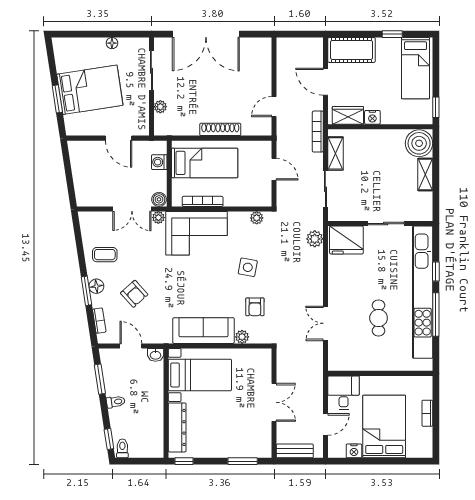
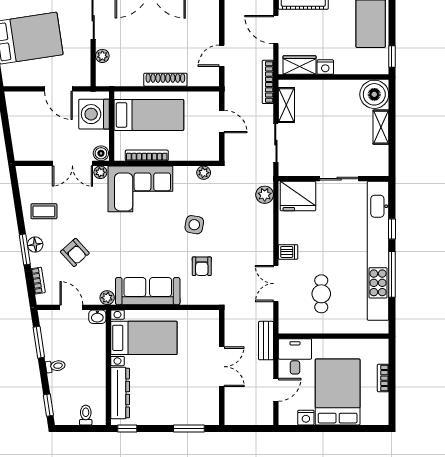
washing machine: (159, 162) -> (94, 114), width x1.89, depth x1.89
dishwasher: (337, 293) -> (288, 252), added
cafe table: (379, 318) -> (321, 294), moved
plant: (242, 337) -> (107, 298), moved
toilet: (122, 448) -> (86, 415), moved
bench: (295, 451) -> (266, 341), moved, turned 90

